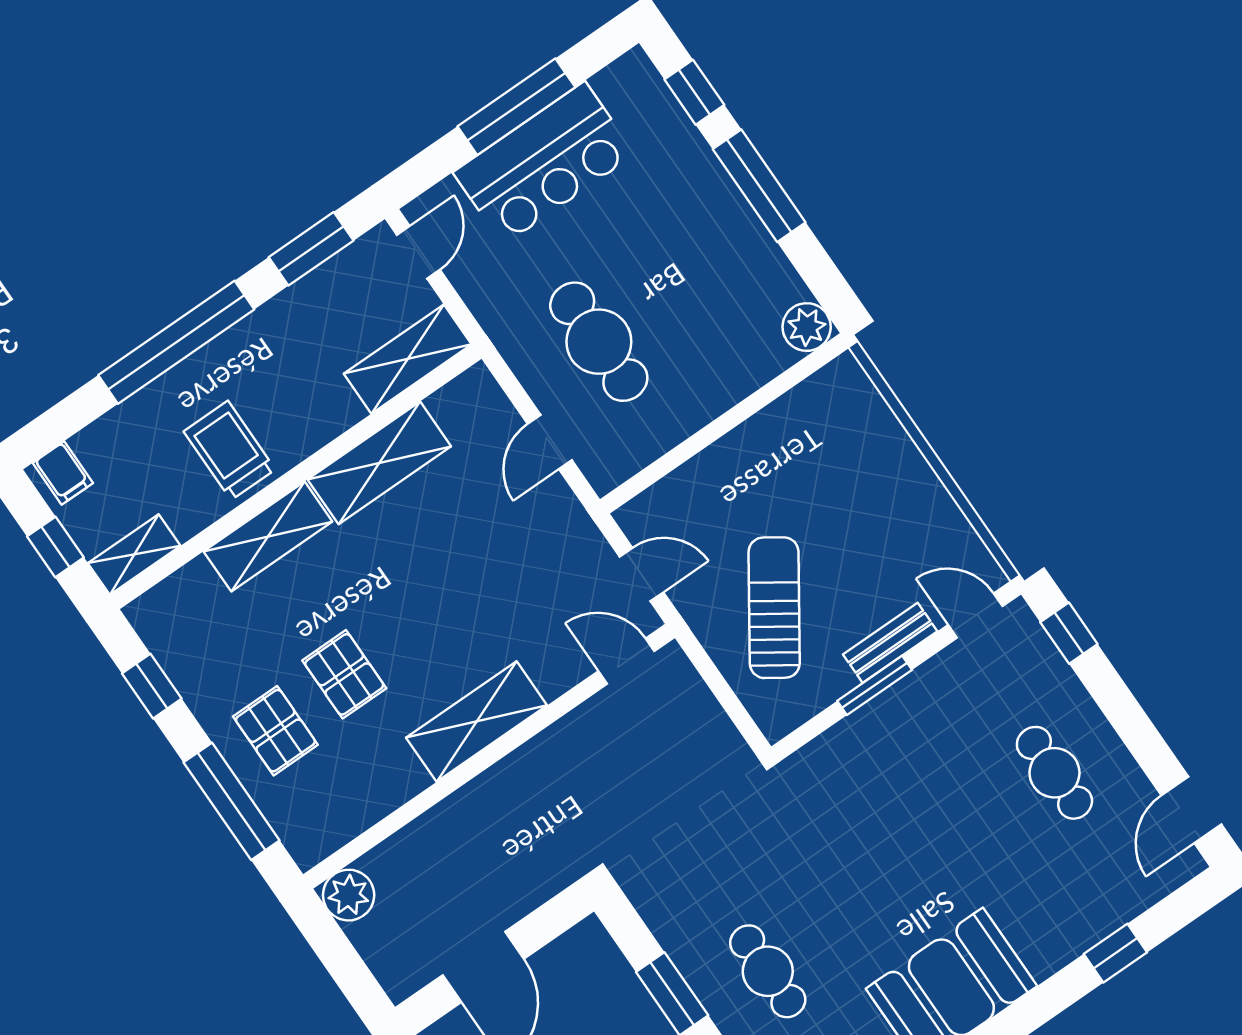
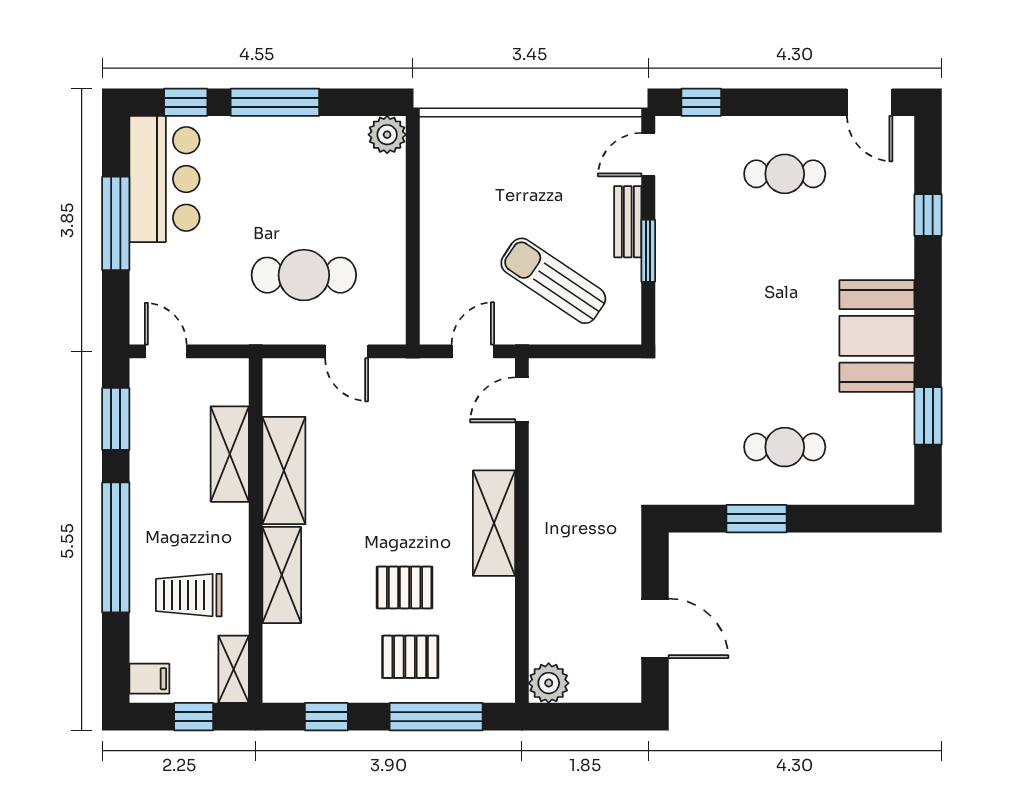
bar counter: (544, 163) -> (164, 179), moved
shelving: (408, 359) -> (230, 454), moved
trolley: (229, 450) -> (189, 595), moved

